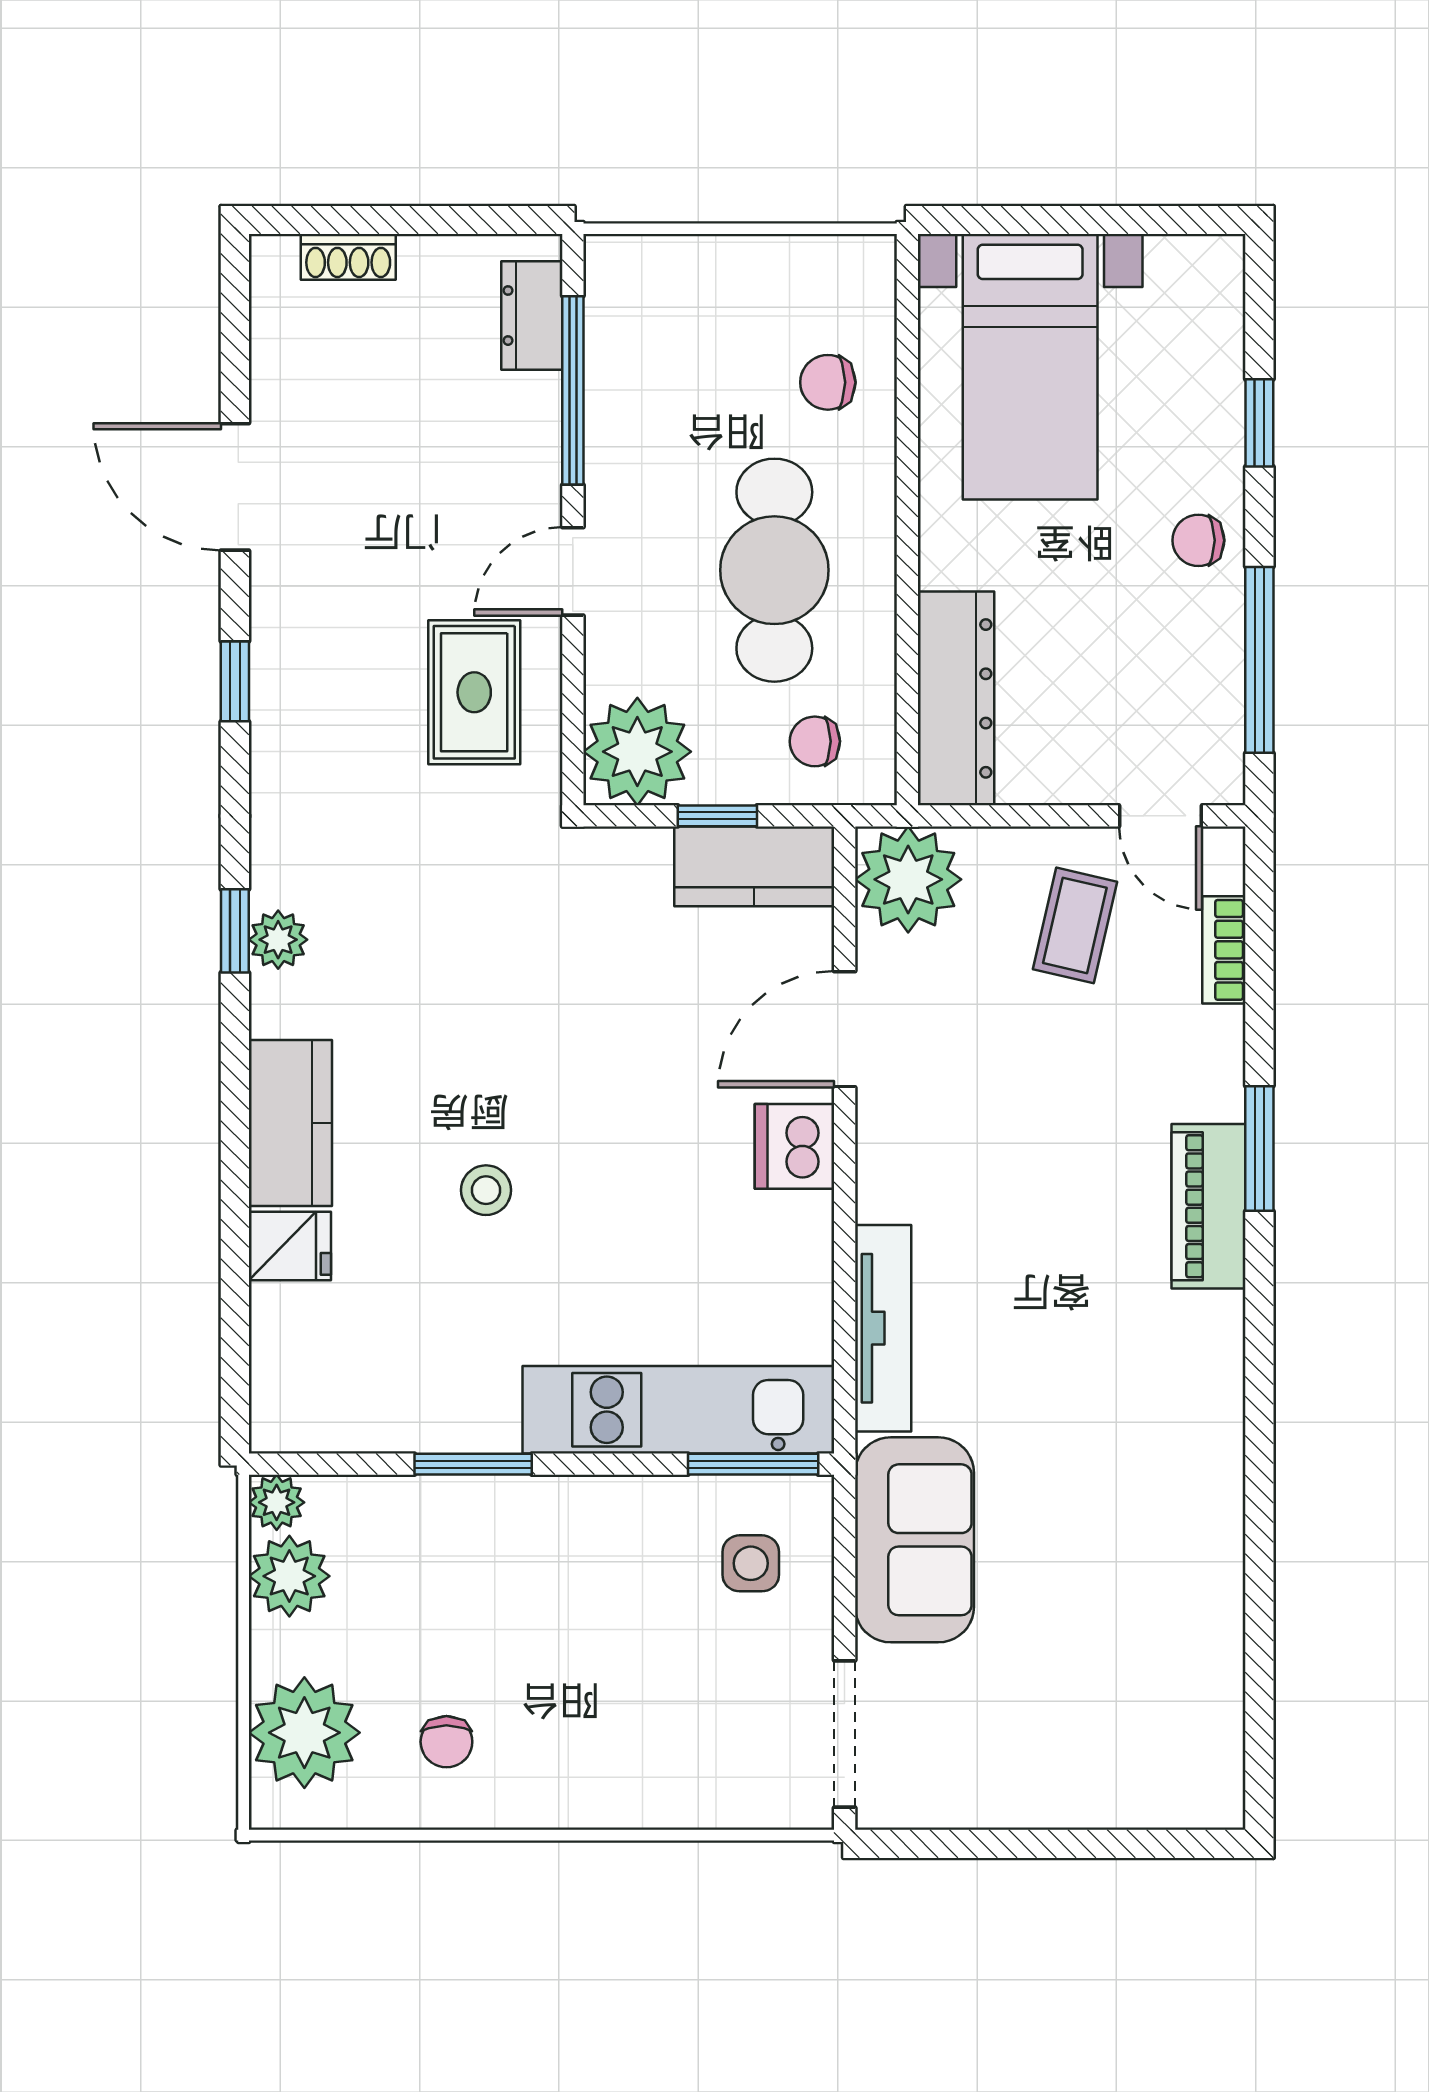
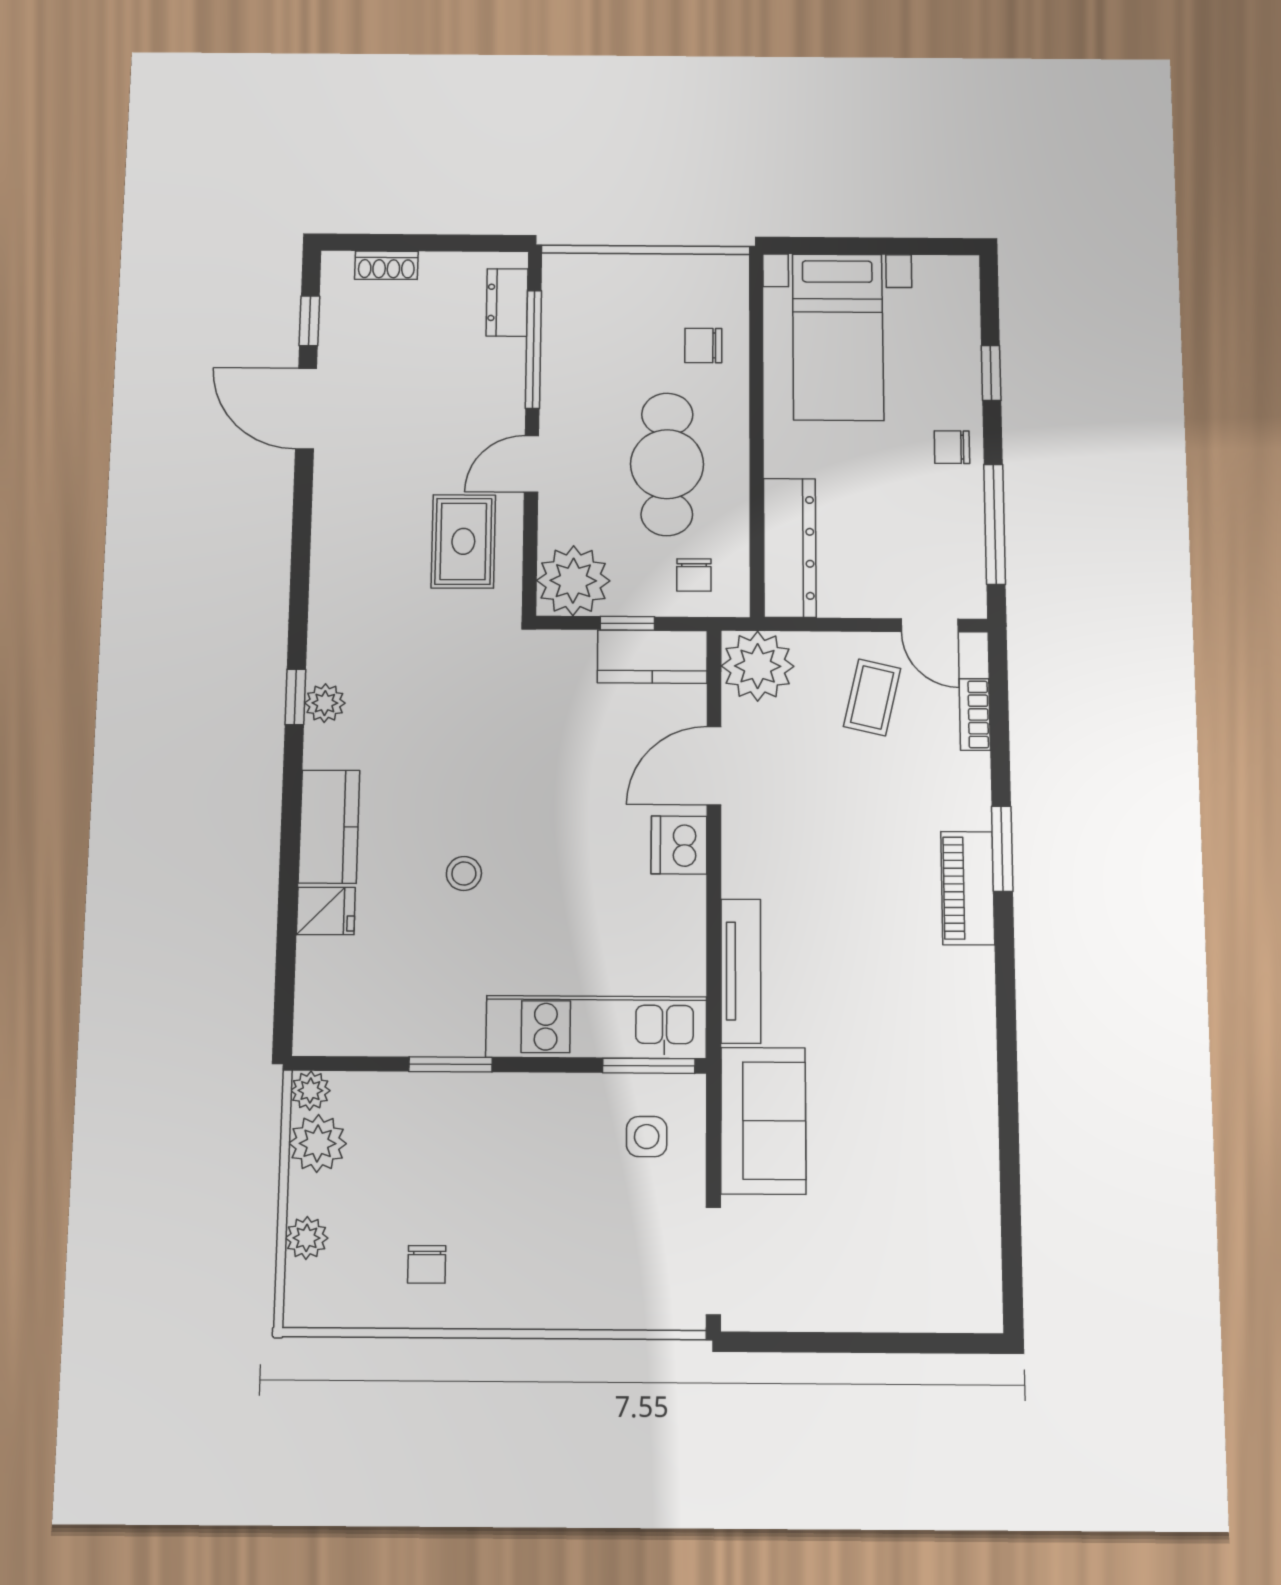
window: (235, 681) -> (309, 321), moved
chair: (815, 741) -> (694, 575), turned -90
plant: (304, 1733) -> (307, 1238), width x0.53, depth x0.53

